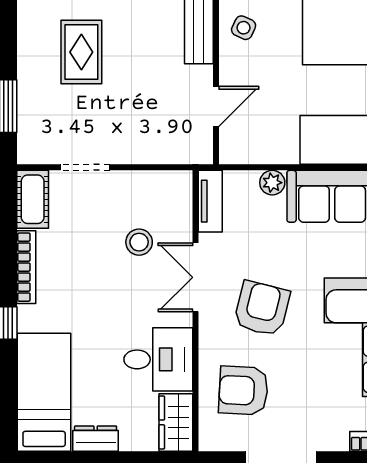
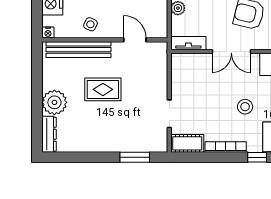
rug: (81, 52) -> (103, 89), moved
stool: (139, 242) -> (245, 107), moved

